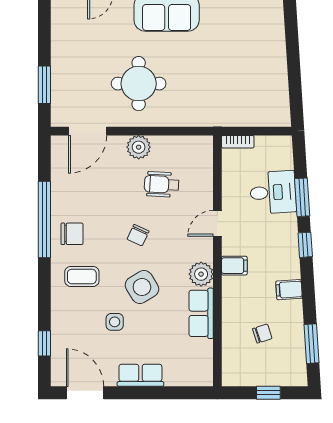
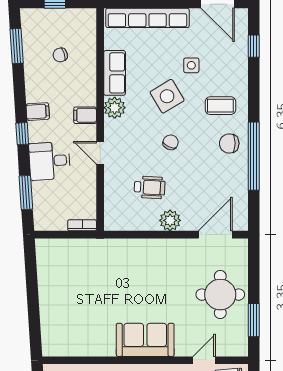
round table: (139, 84) -> (220, 295), moved
window: (44, 85) -> (254, 320), moved
desk: (273, 192) -> (50, 161), moved
window: (302, 197) -> (26, 193), moved
door: (217, 223) -> (100, 153), swing flipped
filing cabinet: (289, 290) -> (38, 112), moved
row of seats: (140, 375) -> (147, 18), width x2.02

